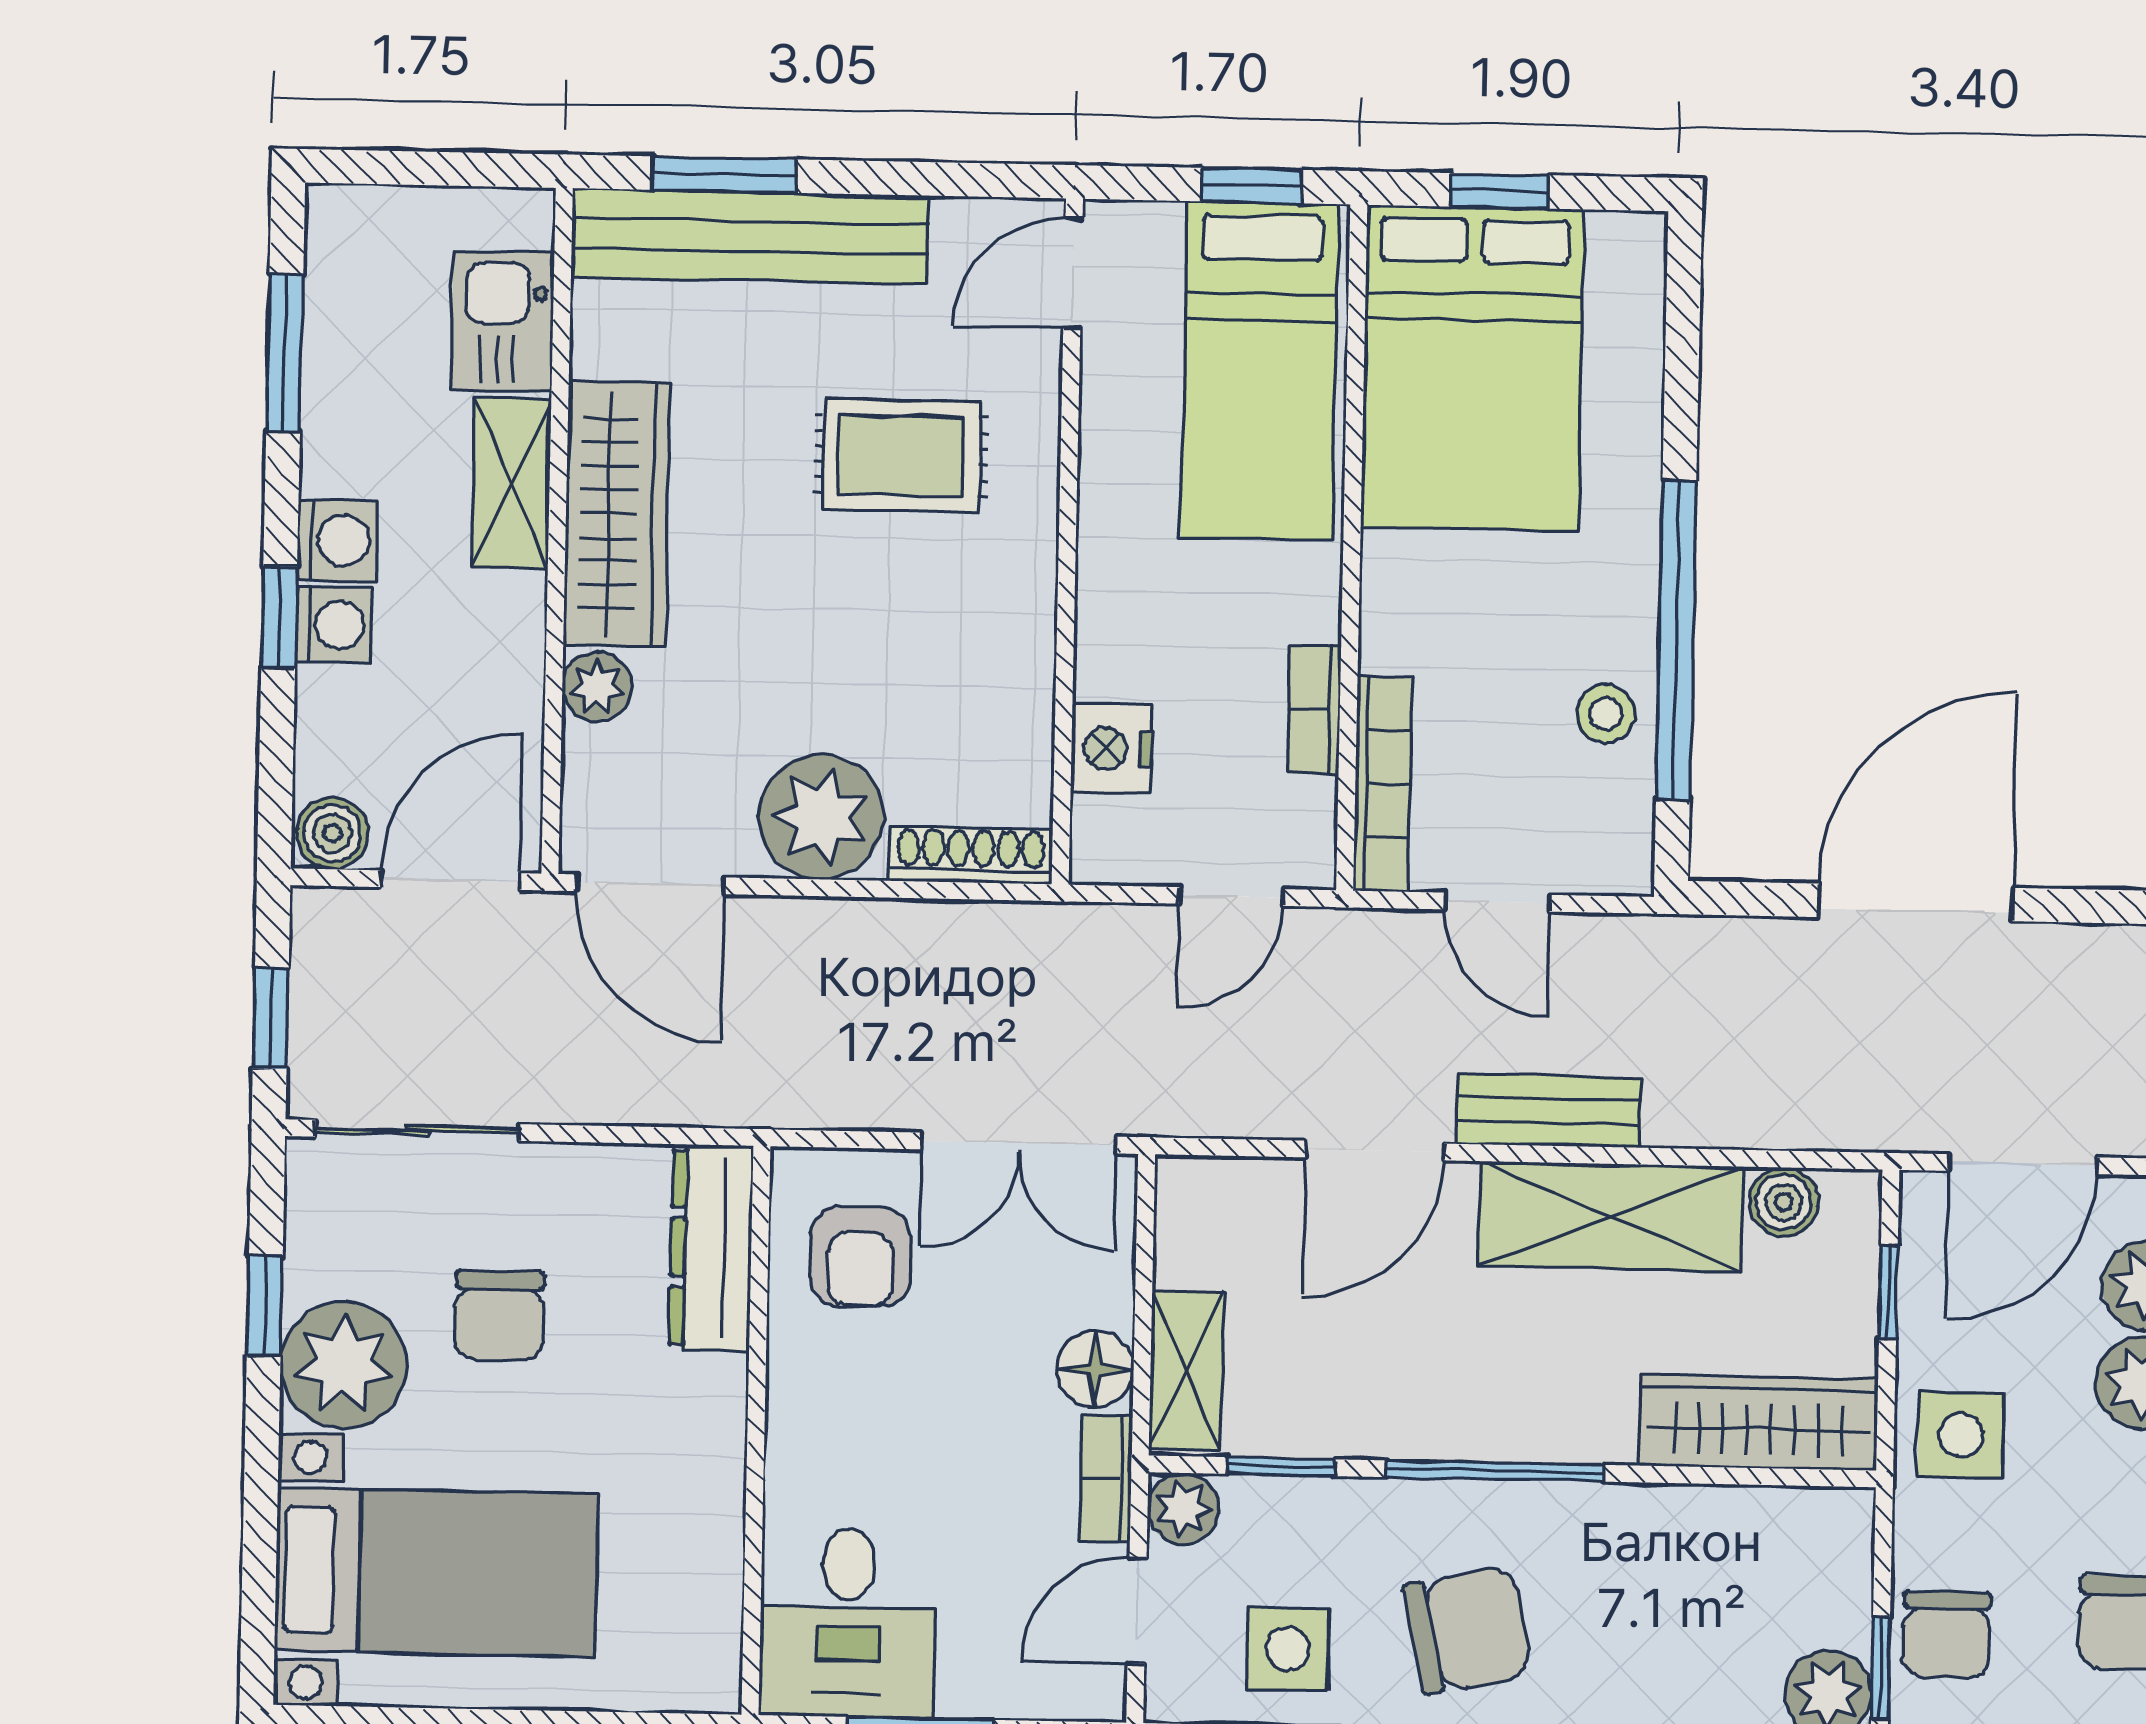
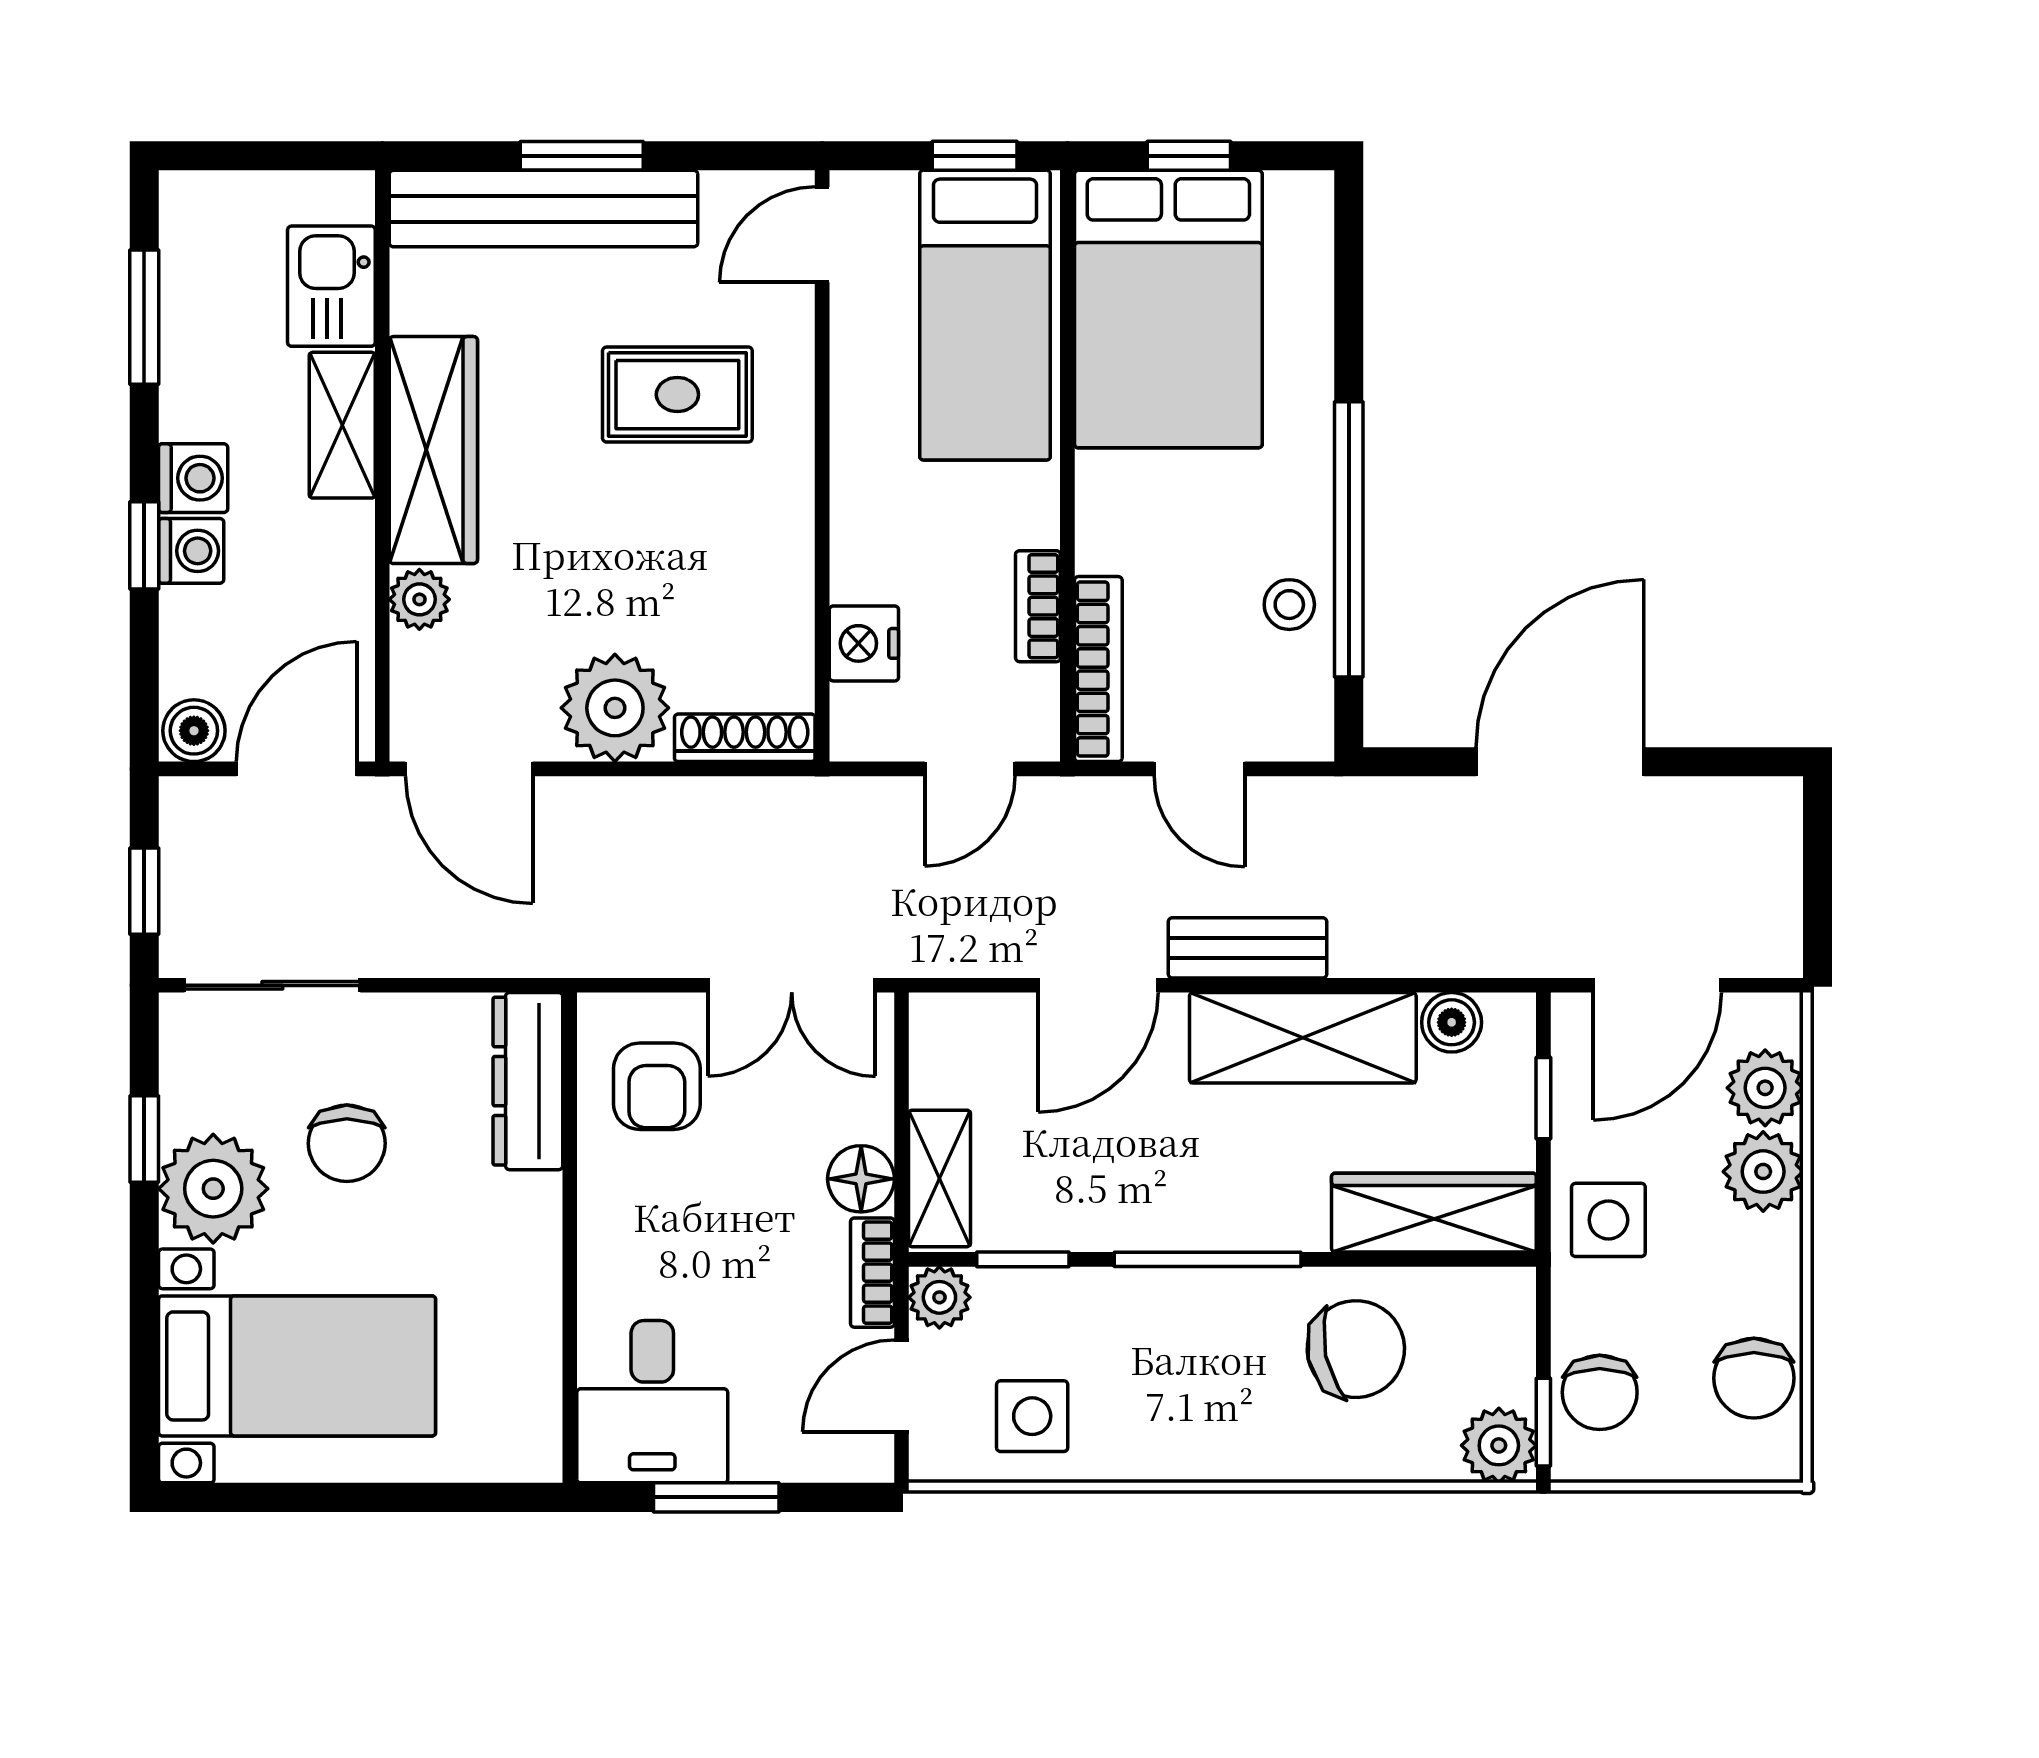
window: (724, 175) -> (582, 156), moved
chair: (1468, 1630) -> (1356, 1349), moved

